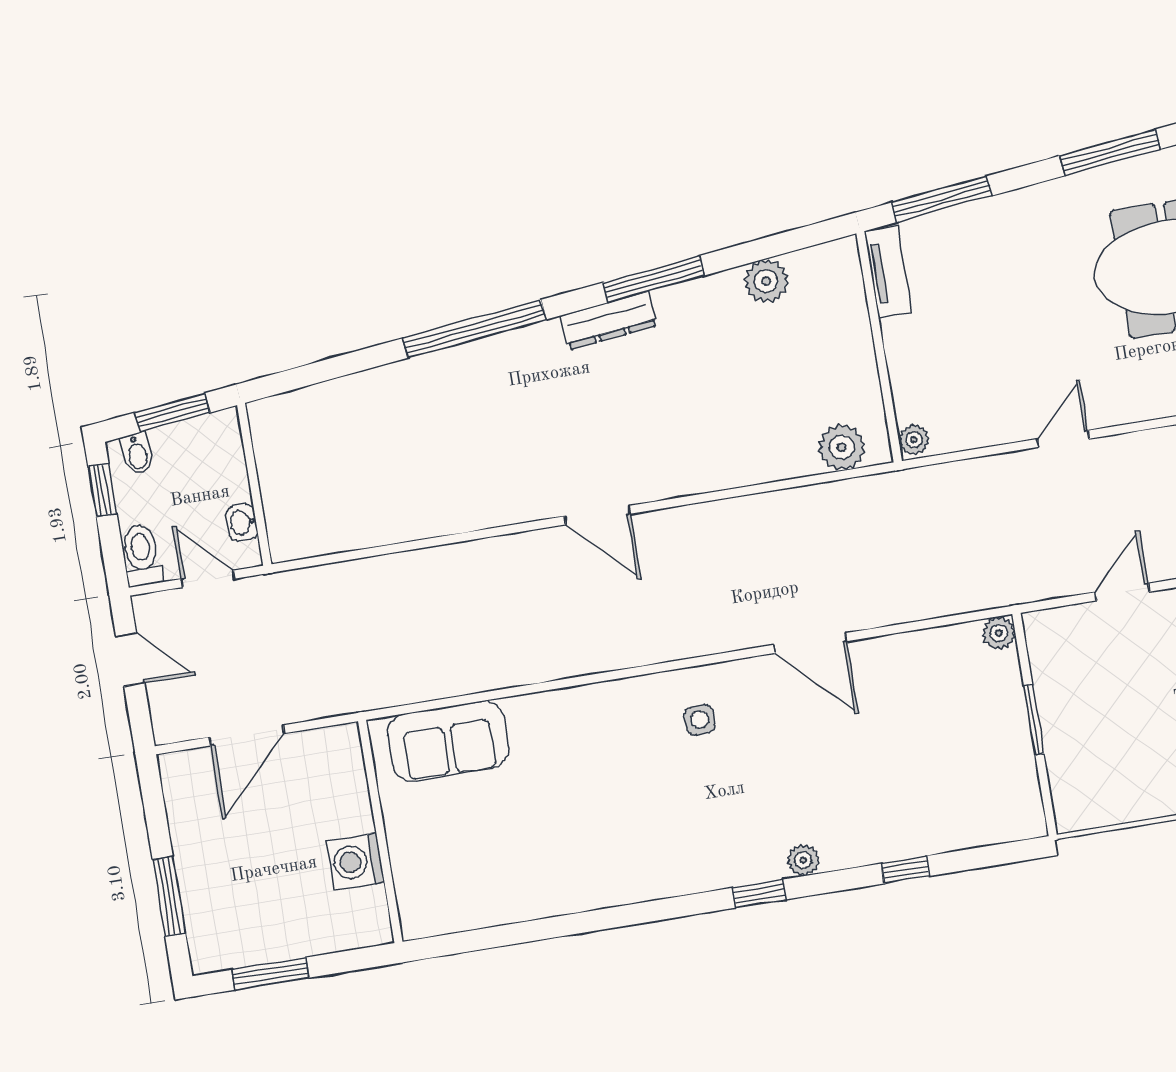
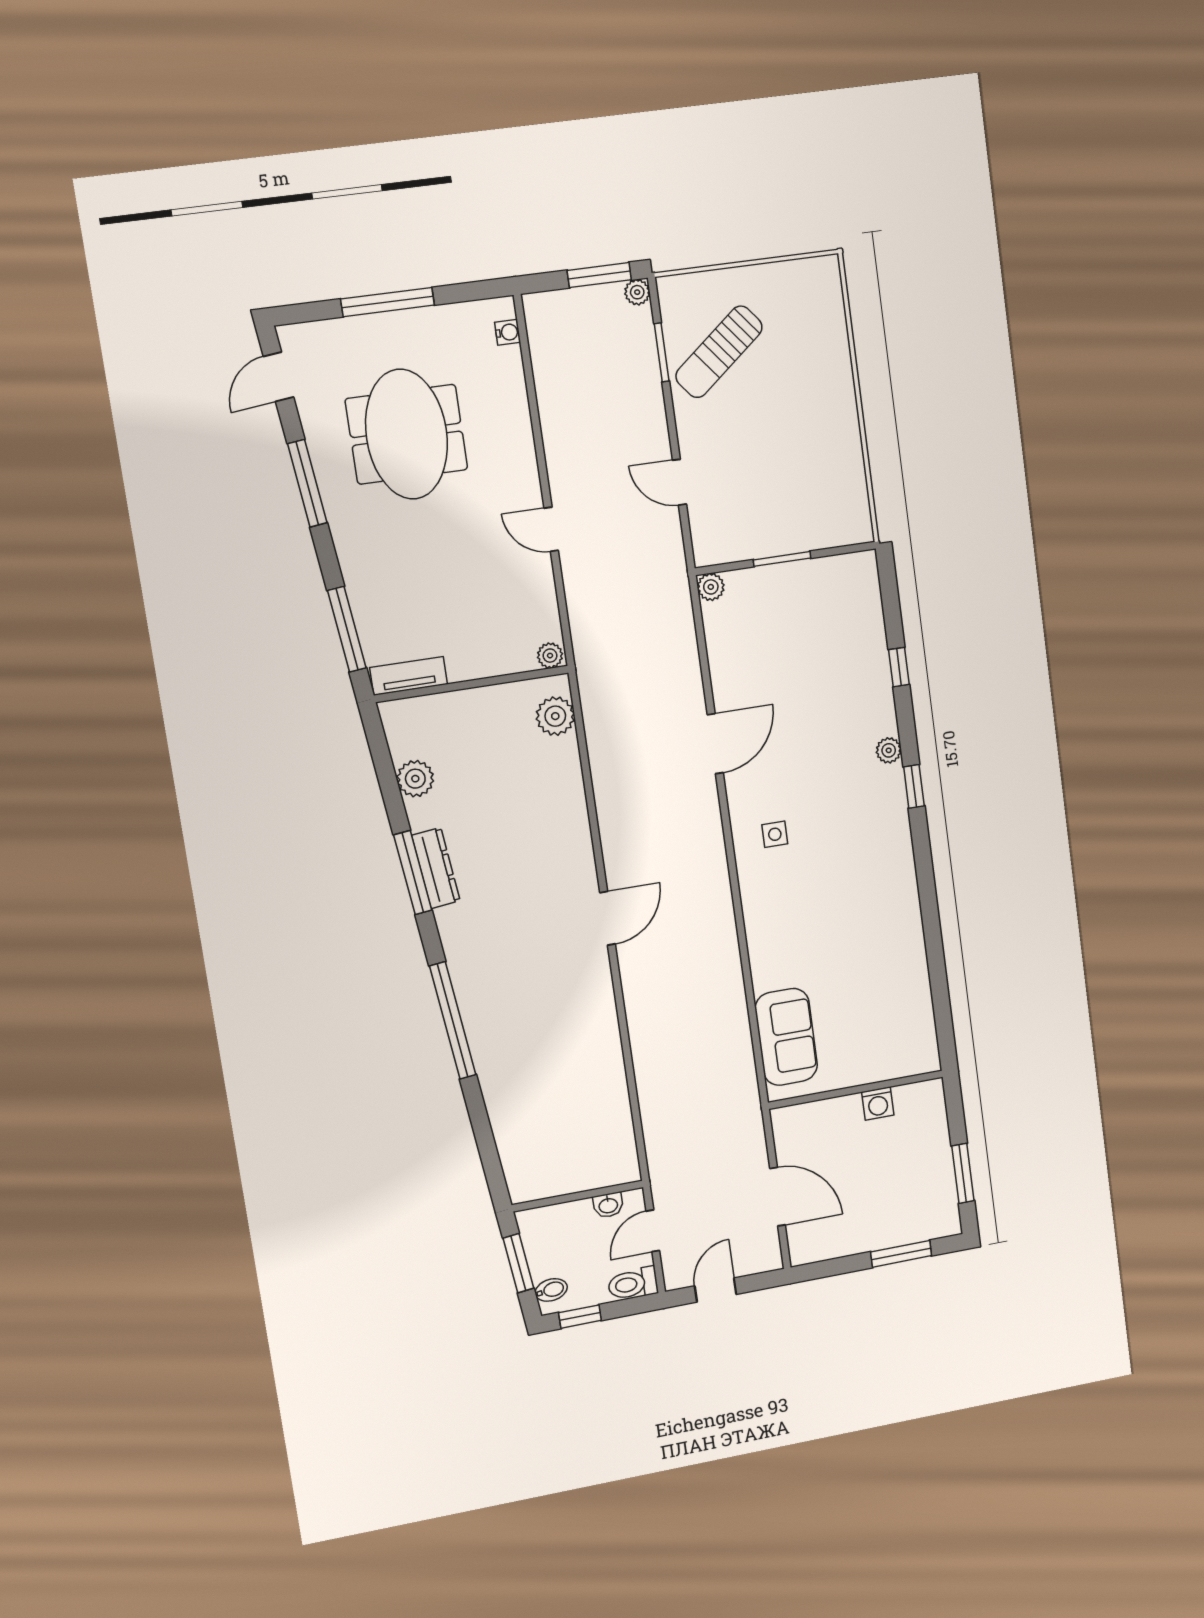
dresser: (608, 321) -> (436, 868), moved
washing machine: (355, 861) -> (878, 1104), width x0.73, depth x0.73

